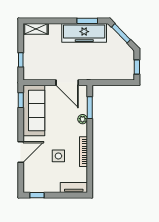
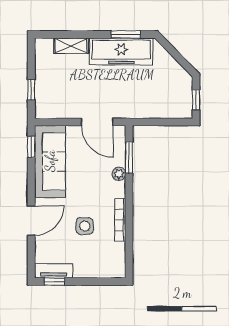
shelving: (36, 29) -> (71, 46), moved
window: (121, 33) -> (173, 52), removed
tv unit: (74, 188) -> (54, 271), moved

